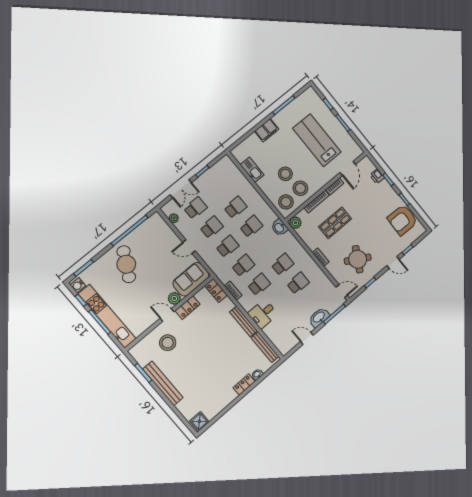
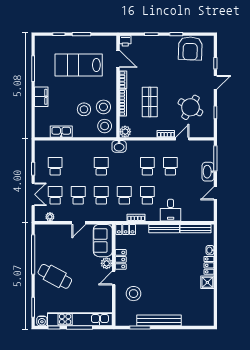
printer: (377, 176) -> (125, 41), moved
school desk: (235, 207) -> (55, 166), moved
door: (342, 291) -> (182, 139), moved
shower: (199, 421) -> (207, 282), moved

